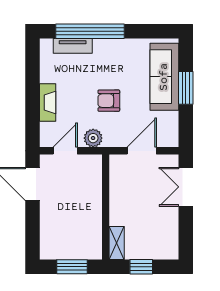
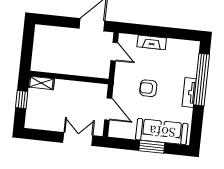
tv unit: (73, 46) -> (189, 92), moved
armchair: (109, 101) -> (148, 88), turned -90
plant: (93, 138) -> (122, 74), removed
window: (72, 267) -> (27, 48), removed

